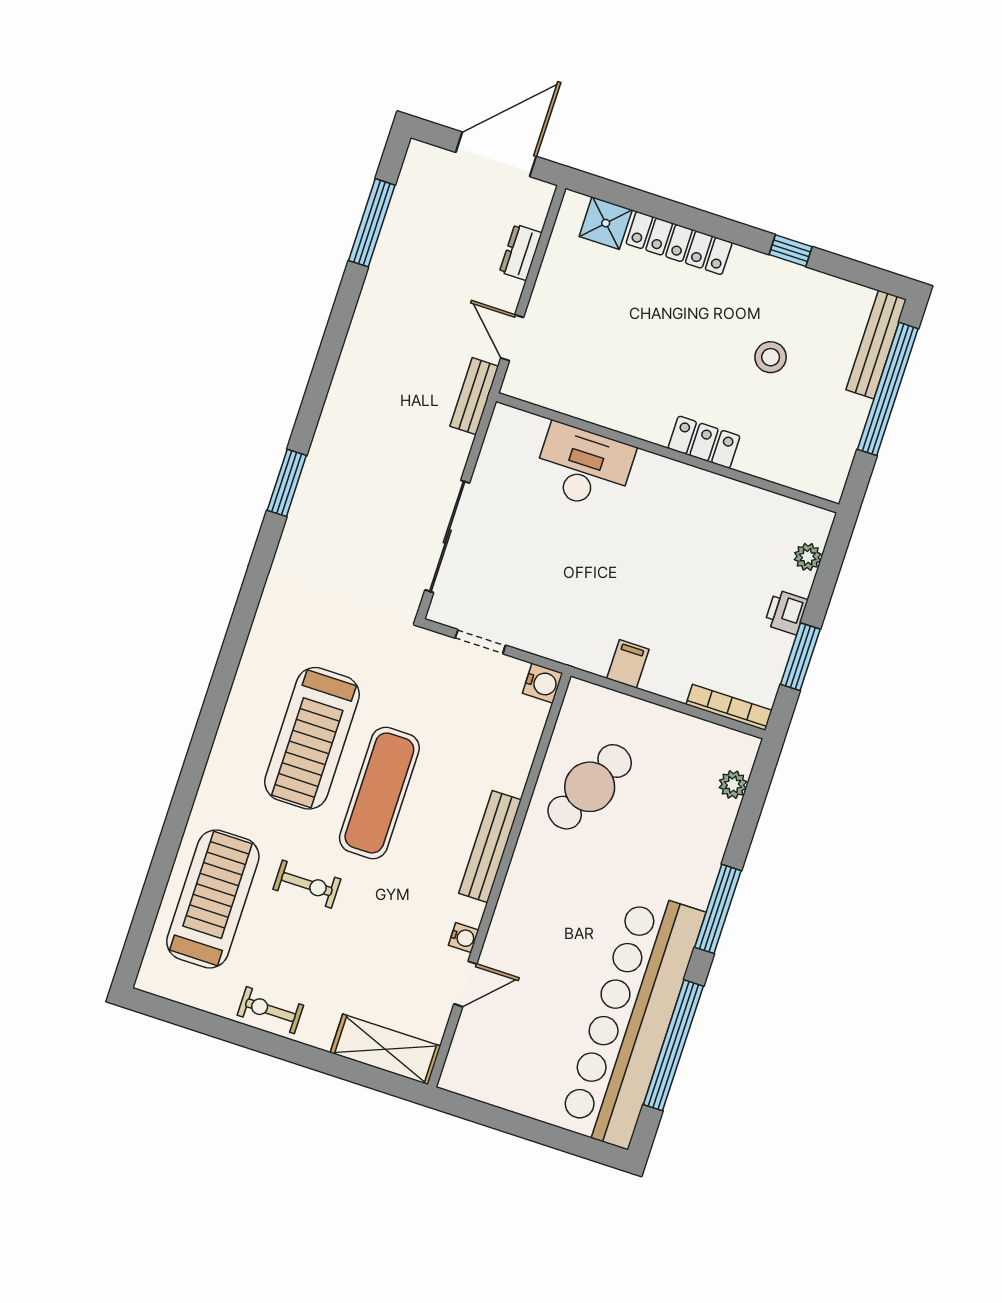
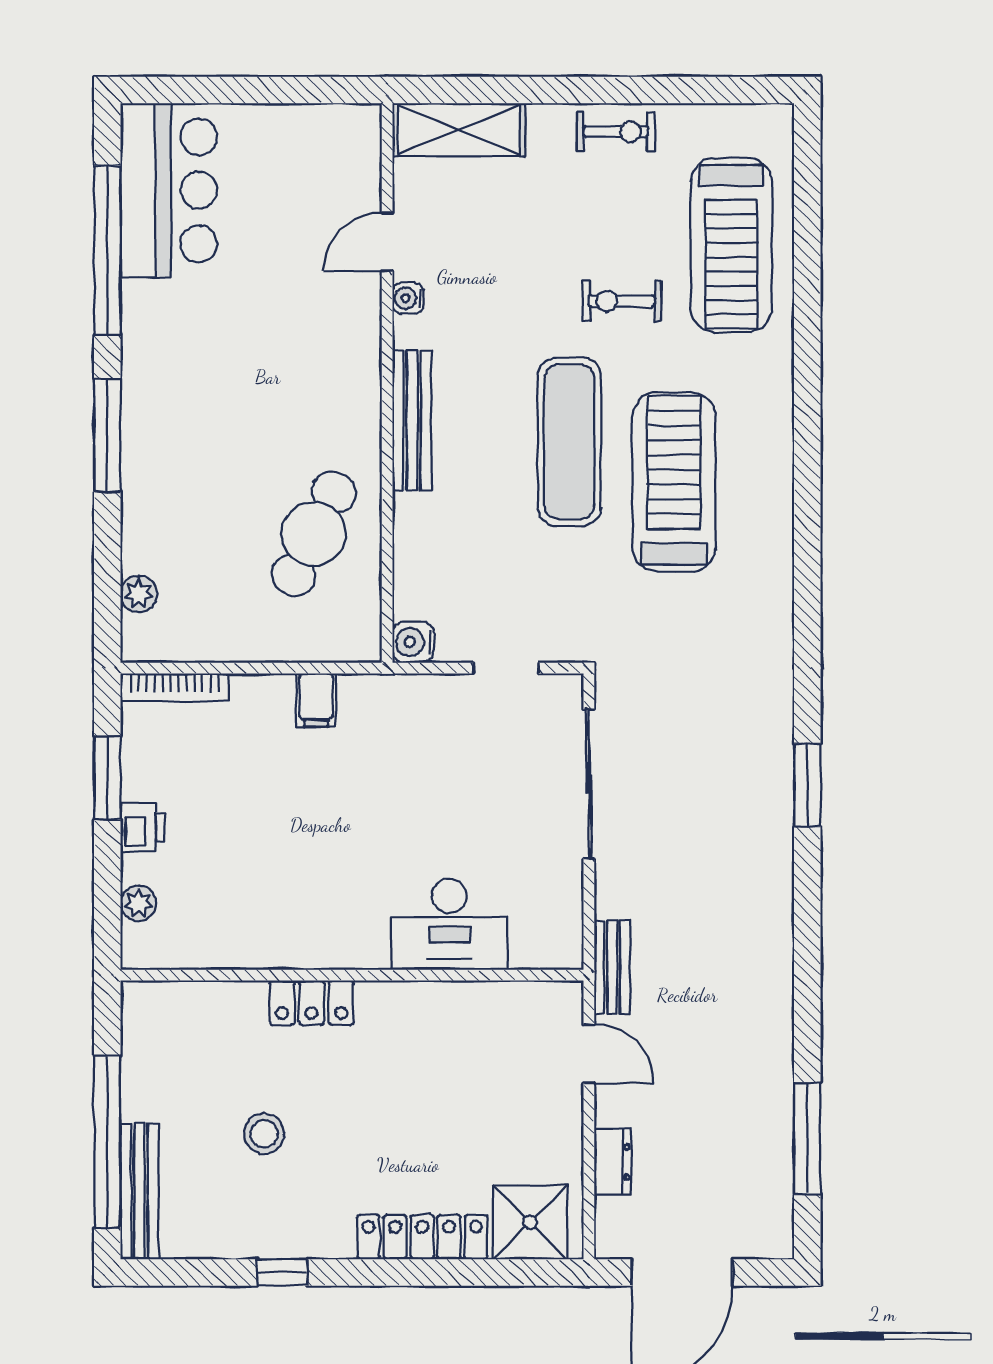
shower: (606, 223) -> (530, 1222), width x1.36, depth x1.36
bar counter: (632, 1020) -> (169, 190), width x0.54

